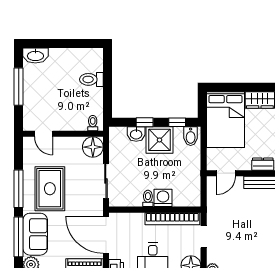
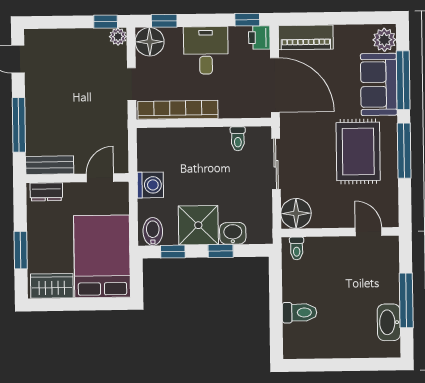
washbasin: (35, 56) -> (389, 322), moved, turned -90
toilet: (148, 198) -> (238, 139), moved
washing machine: (163, 198) -> (150, 185), moved, turned -90

